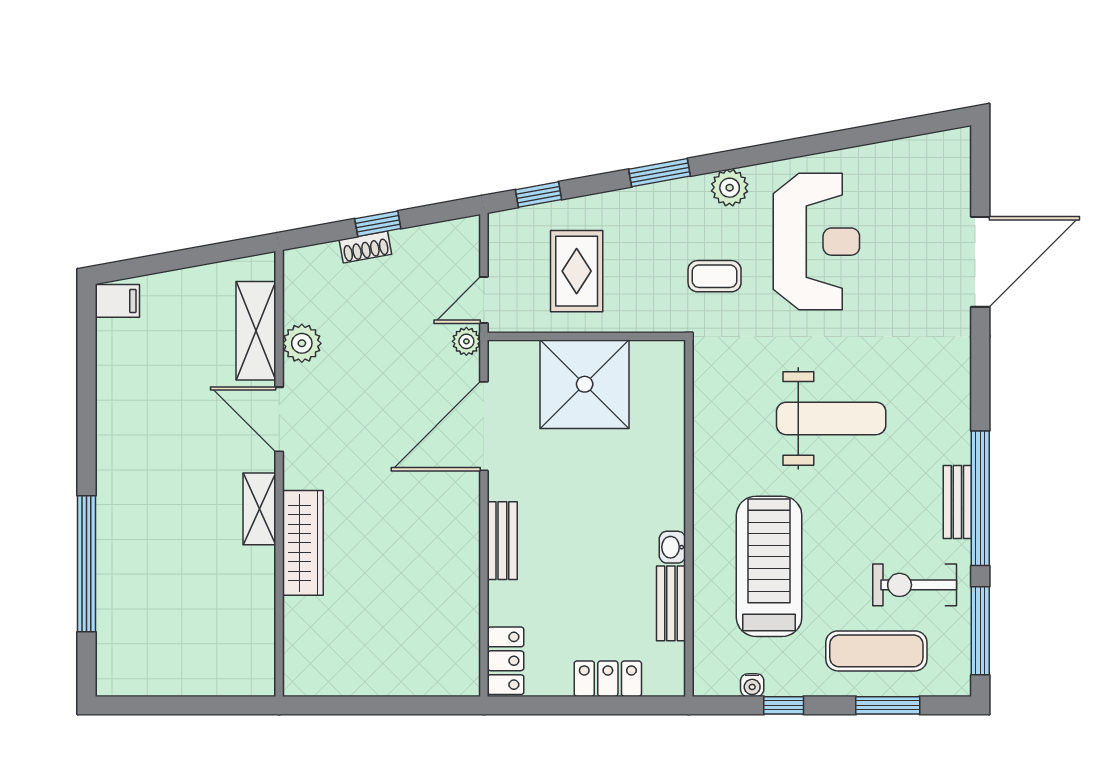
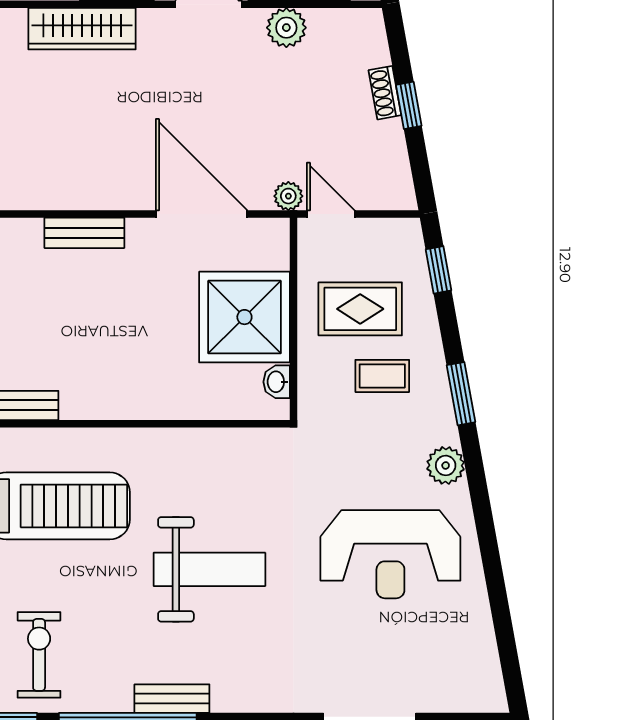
coffee table: (715, 276) -> (382, 376), moved, turned 90
weight bench: (831, 418) -> (209, 569), turned -90
bench: (957, 502) -> (172, 699), moved
washbasin: (672, 547) -> (277, 382), moved, turned -90

